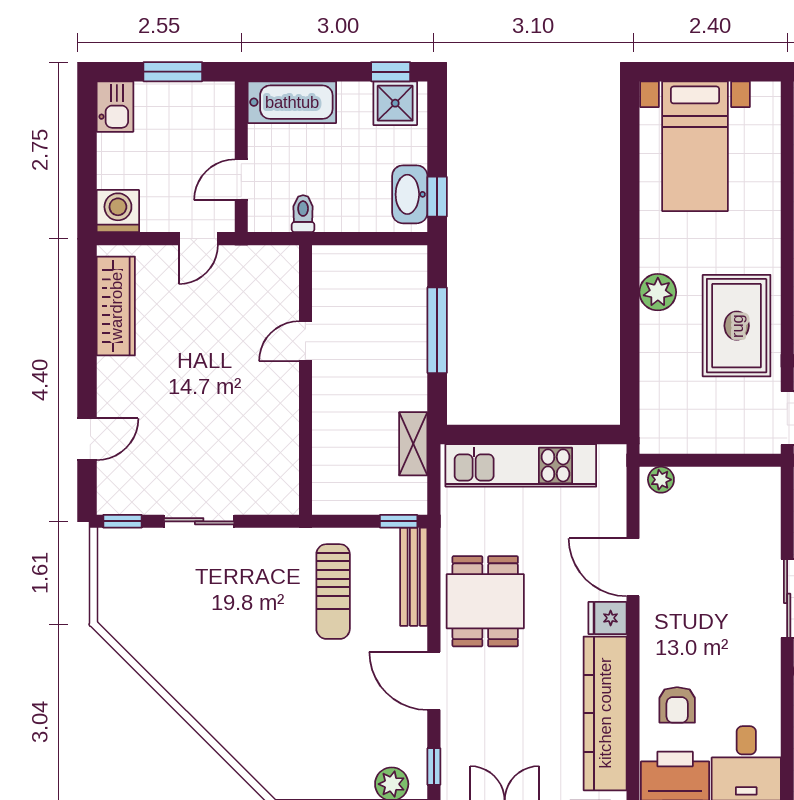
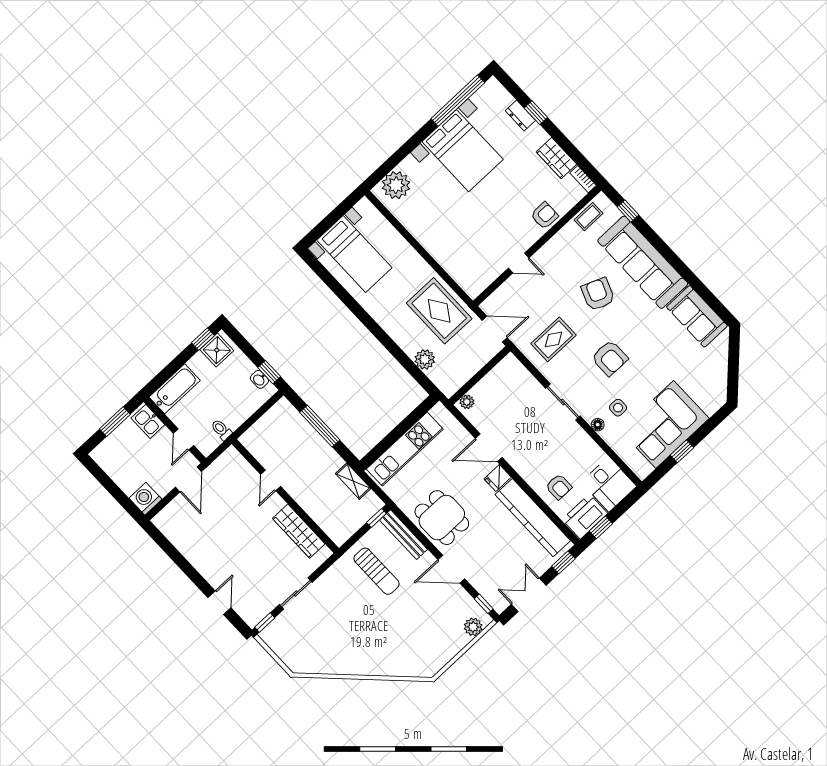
kitchen sink: (115, 107) -> (148, 421), moved, turned 180
washbasin: (410, 194) -> (259, 379), width x0.52, depth x0.69
door: (198, 239) -> (188, 479), width x1.38
plant: (658, 292) -> (425, 359), moved
wardrobe: (116, 306) -> (299, 531), moved, turned 180

